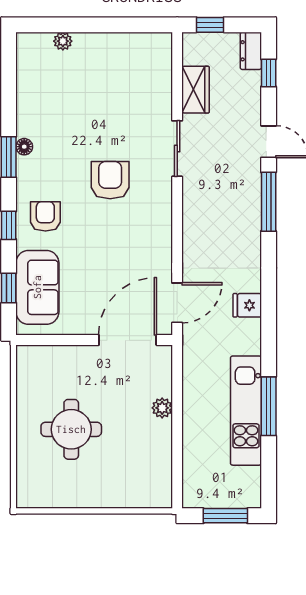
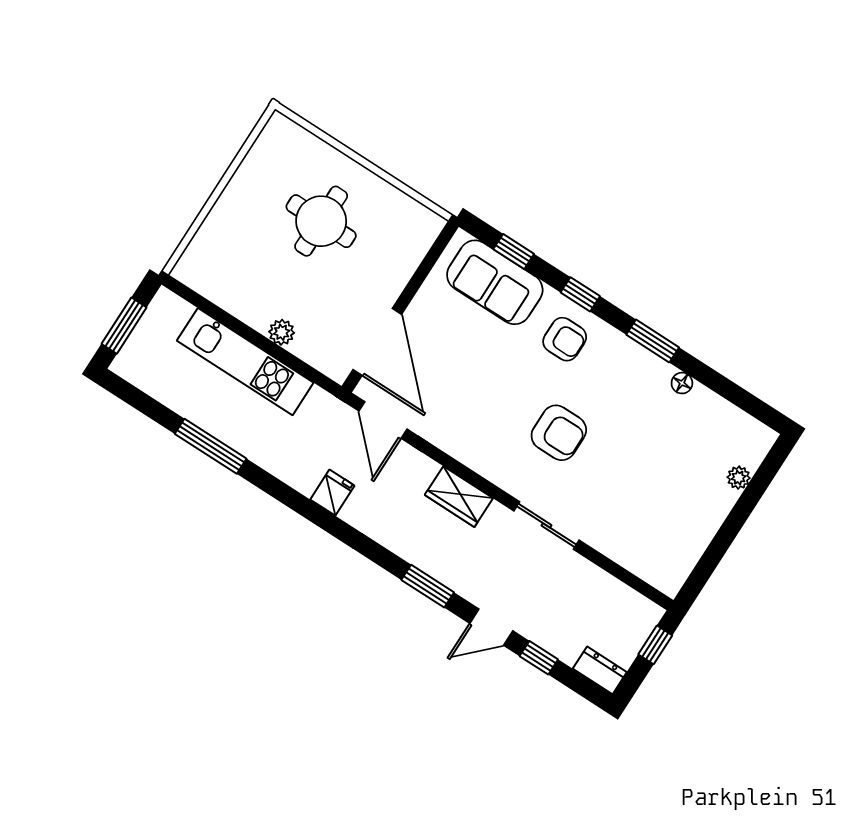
window: (269, 73) -> (539, 658), moved
wardrobe: (196, 90) -> (459, 497), moved
floor lamp: (24, 147) -> (682, 383), moved
window: (269, 202) -> (428, 586), width x0.69
kitchen unit: (246, 411) -> (245, 362), moved, turned 180

